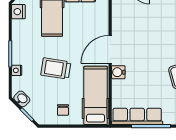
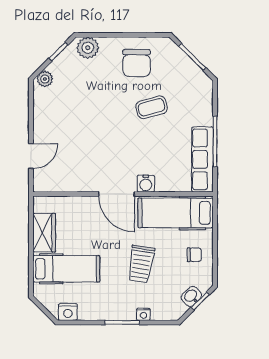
washbasin: (22, 99) -> (191, 296), moved

